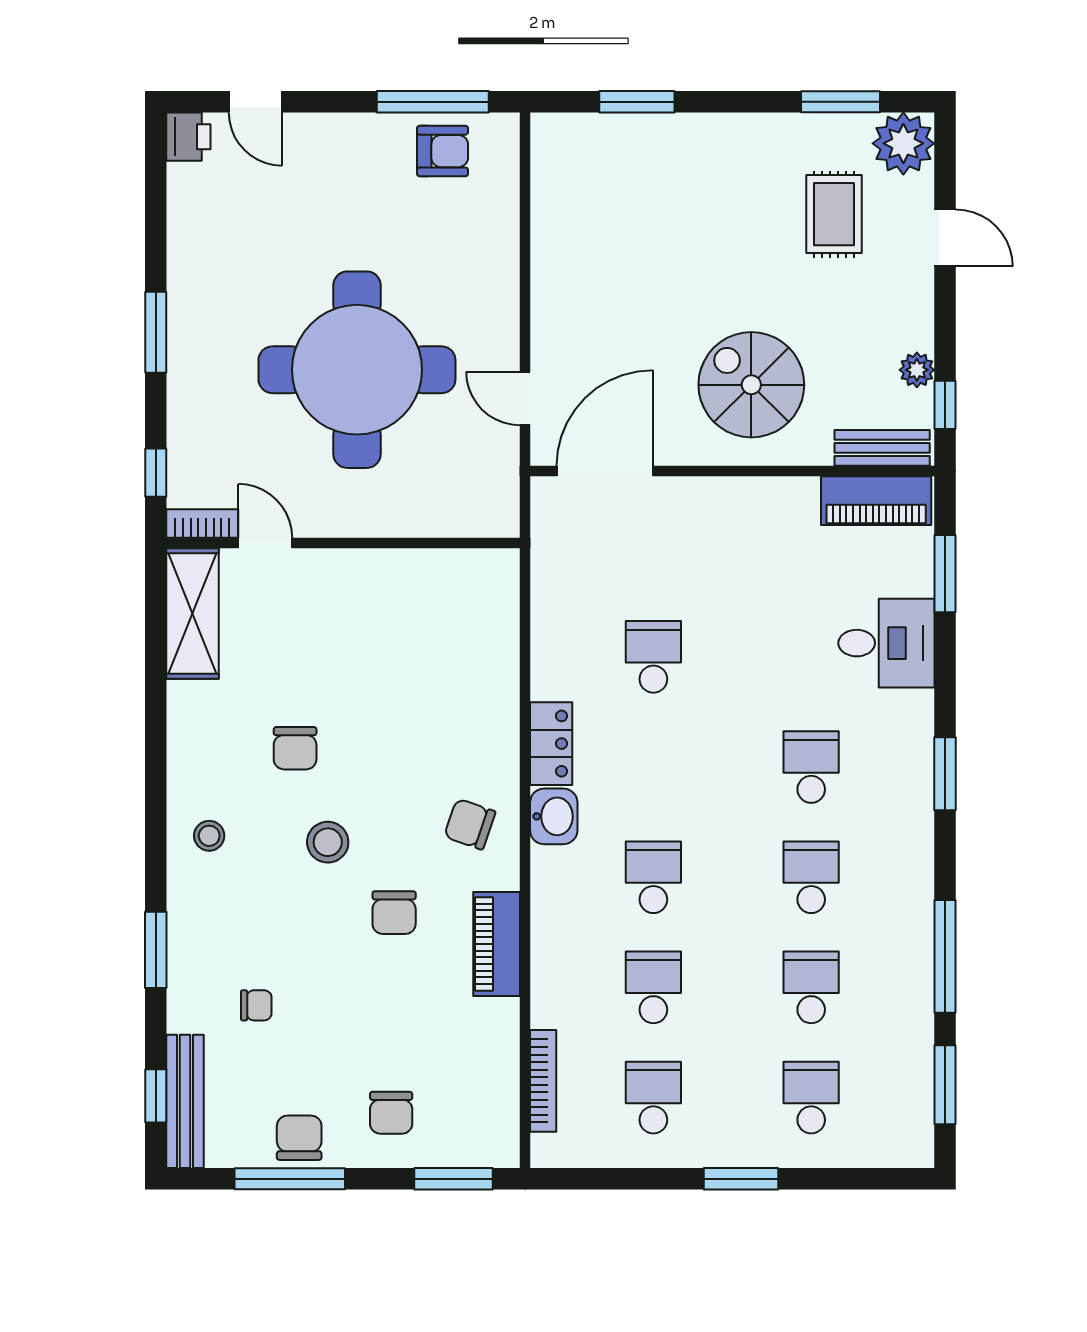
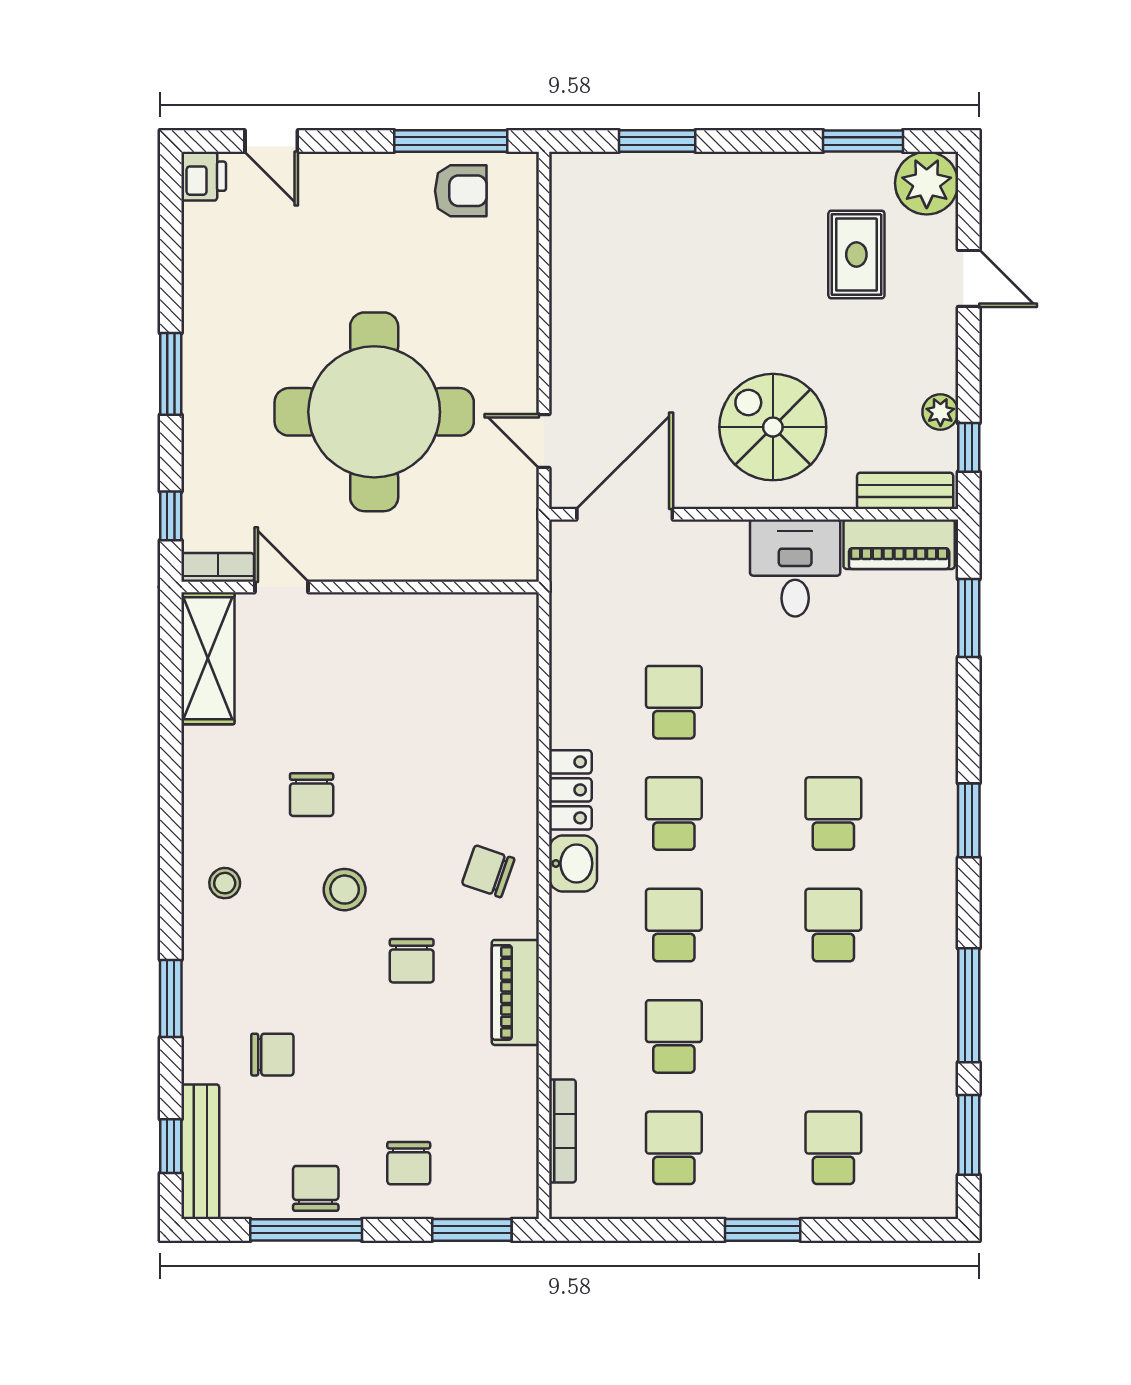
desk: (886, 643) -> (795, 568), moved, turned -90
school desk: (811, 987) -> (674, 814), moved
chair: (256, 1005) -> (272, 1055), width x1.37, depth x1.37

